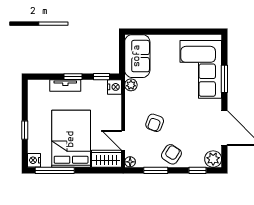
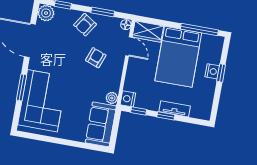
nightstand: (34, 160) -> (212, 71), moved

